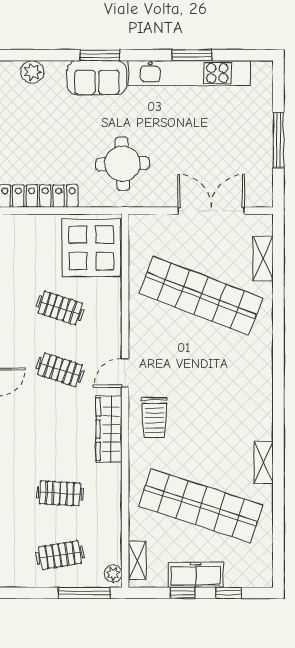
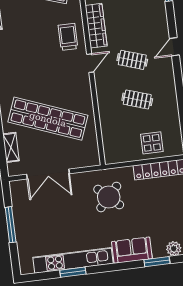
window: (100, 55) -> (157, 262), moved
round table: (122, 164) -> (109, 197), turned 45
display table: (91, 248) -> (152, 143), moved, width x0.54, depth x0.54

